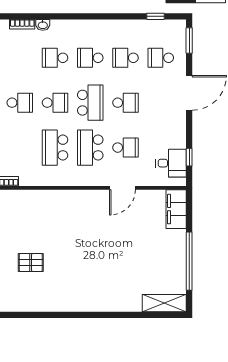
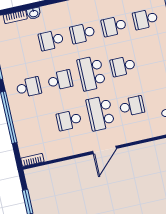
school desk: (90, 103) -> (91, 73), turned 180
school desk: (125, 103) -> (123, 66), turned 180
school desk: (55, 148) -> (69, 120), width x0.54
door: (122, 188) -> (104, 150), moved

